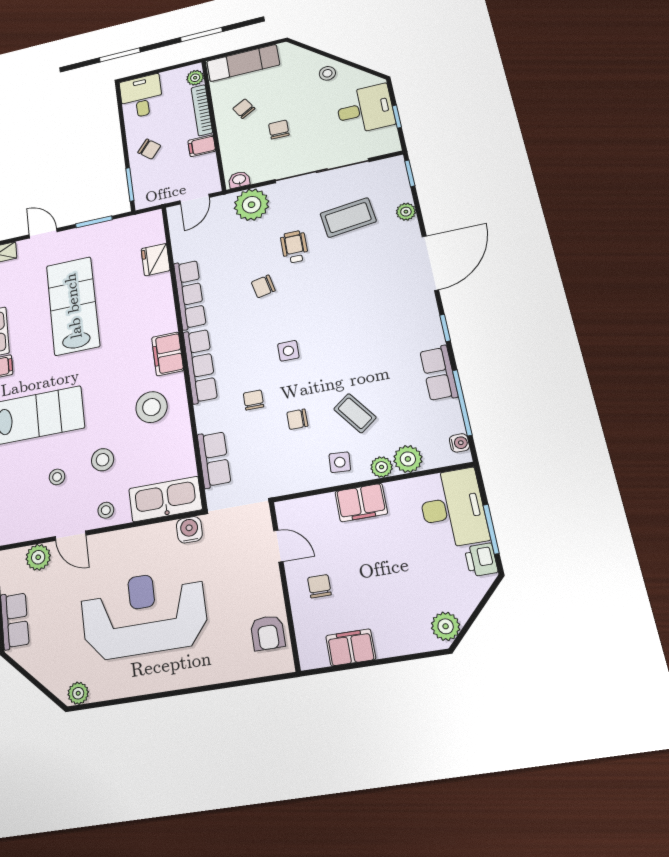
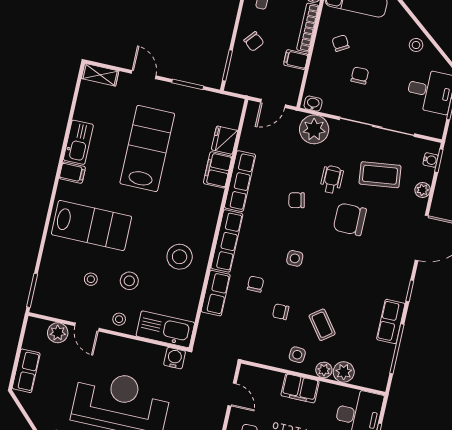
chair: (335, 280) -> (350, 219), added
filing cabinet: (168, 354) -> (218, 170), moved
water cooler: (459, 443) -> (430, 160), moved
row of seats: (214, 459) -> (216, 293), moved

